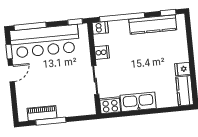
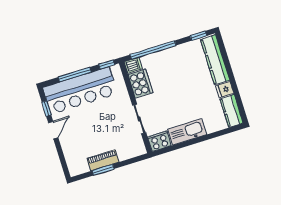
kitchen counter: (153, 24) -> (215, 60), moved, turned 90
window: (30, 26) -> (75, 75), moved
cooker: (102, 52) -> (140, 84), width x1.87, depth x1.31
piano: (42, 113) -> (103, 160), moved
window: (51, 121) -> (103, 170), width x0.69

